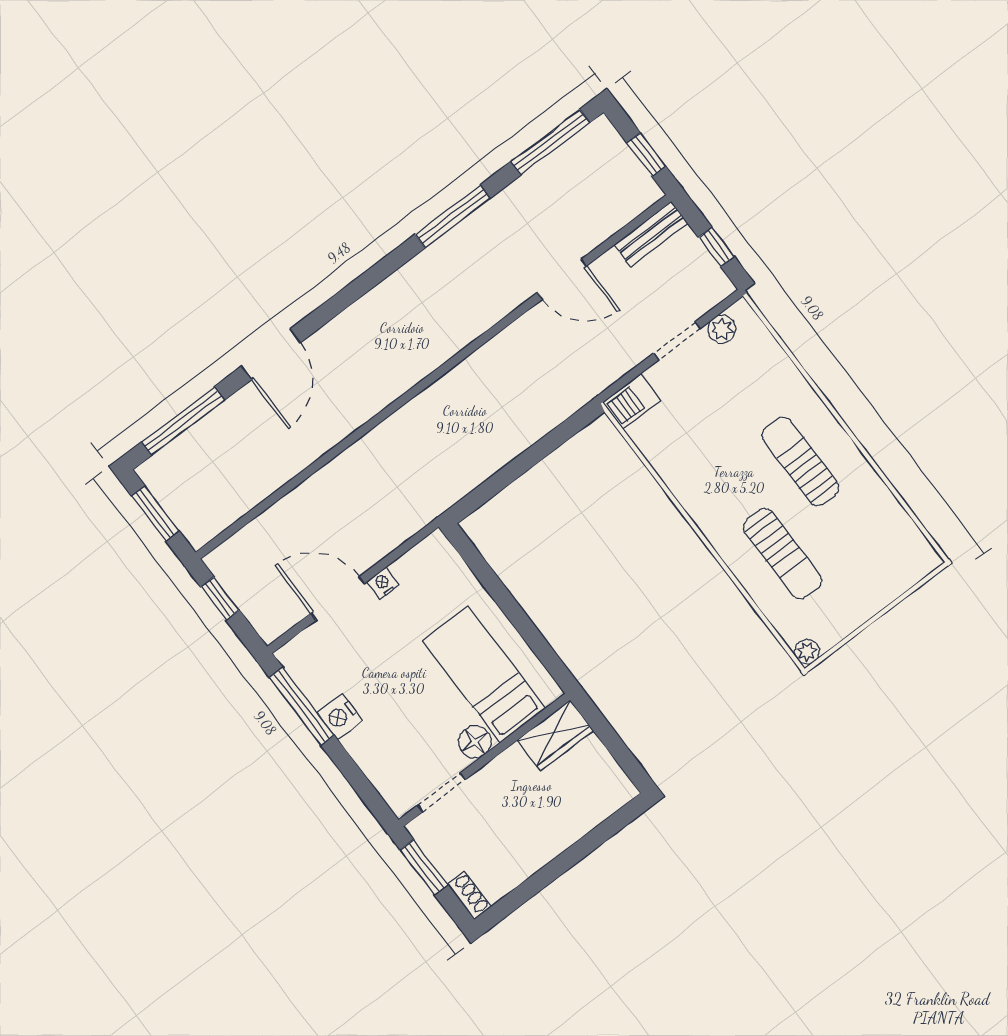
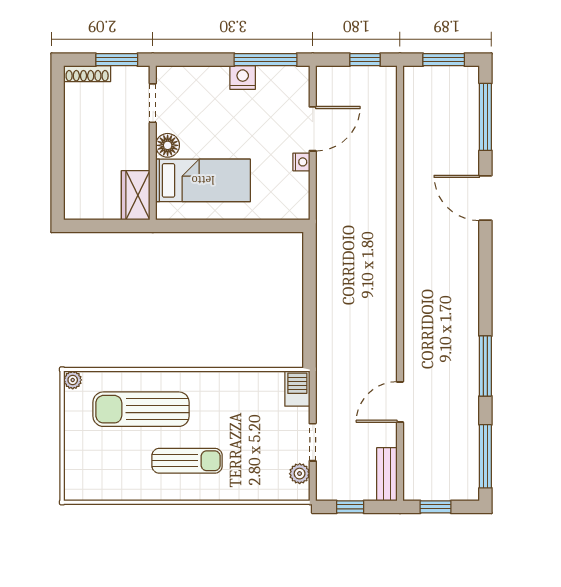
sun lounger: (782, 554) -> (141, 409), width x1.36, depth x1.34
shoe rack: (469, 895) -> (87, 74), width x1.43

